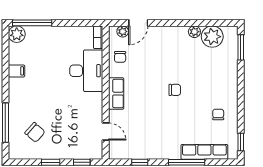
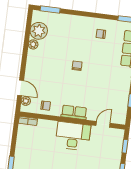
desk: (86, 71) -> (73, 136), moved

